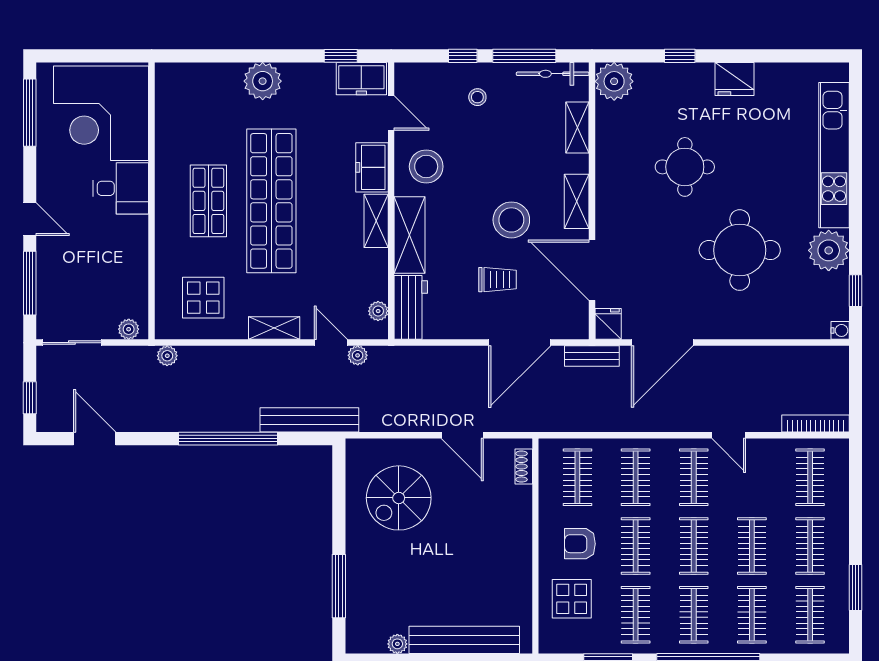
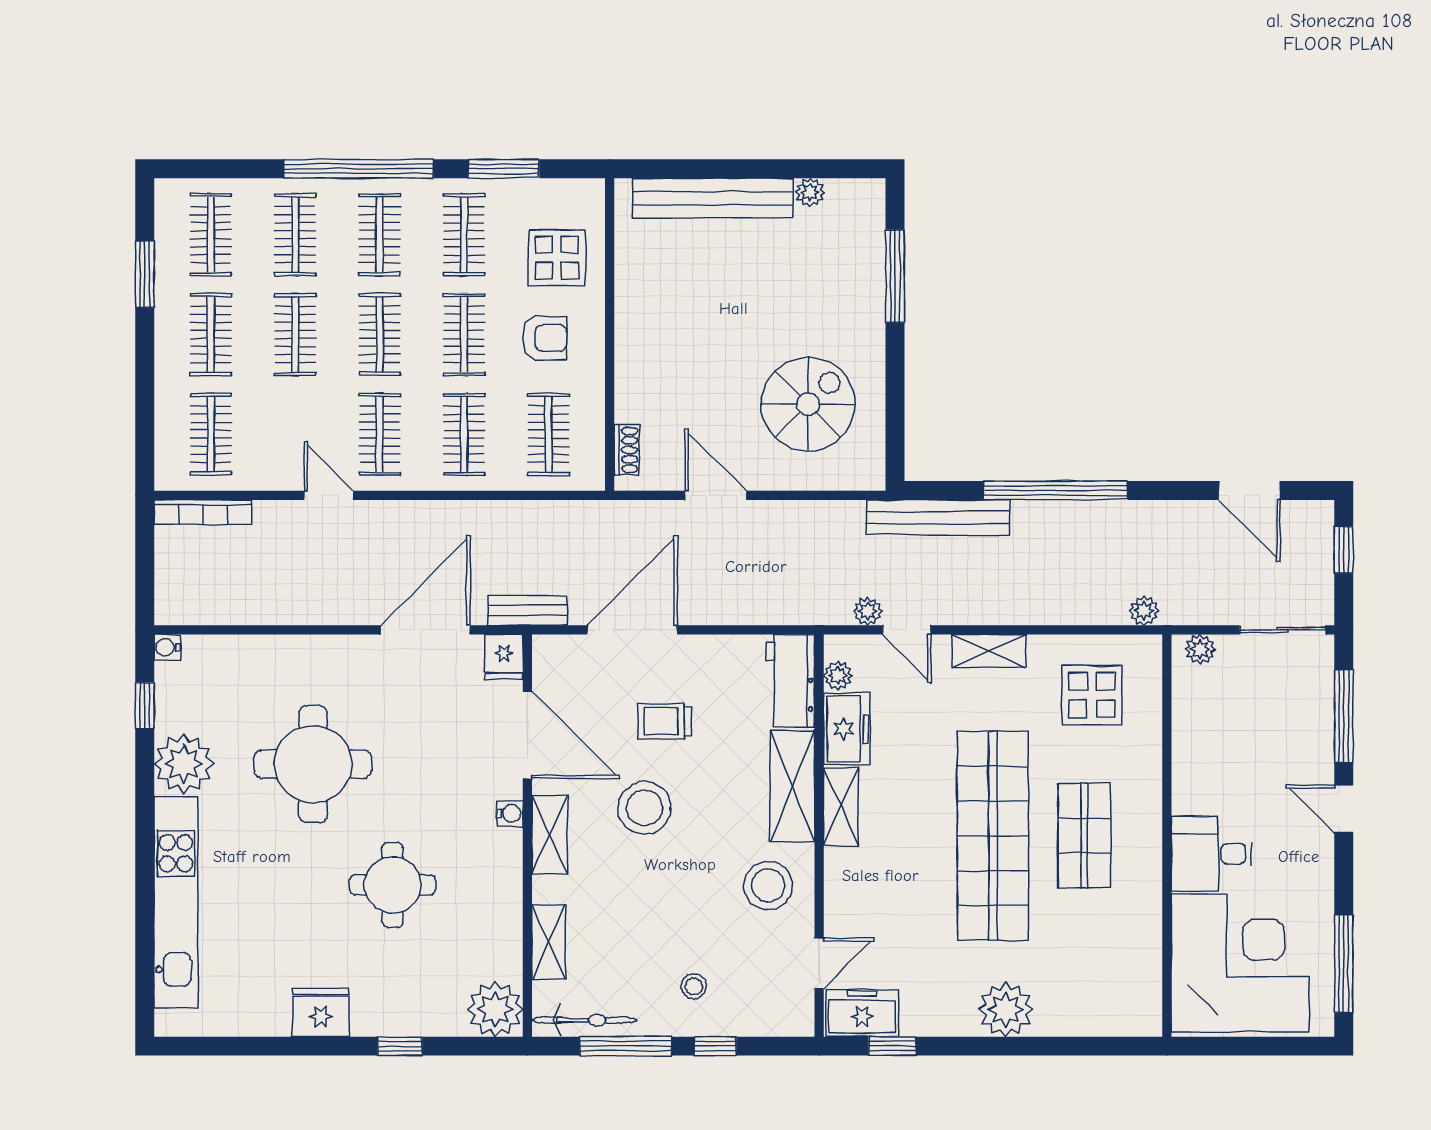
door: (391, 113) -> (819, 963), swing flipped
freezer: (372, 167) -> (847, 729), moved
water cooler: (604, 216) -> (510, 814), added

